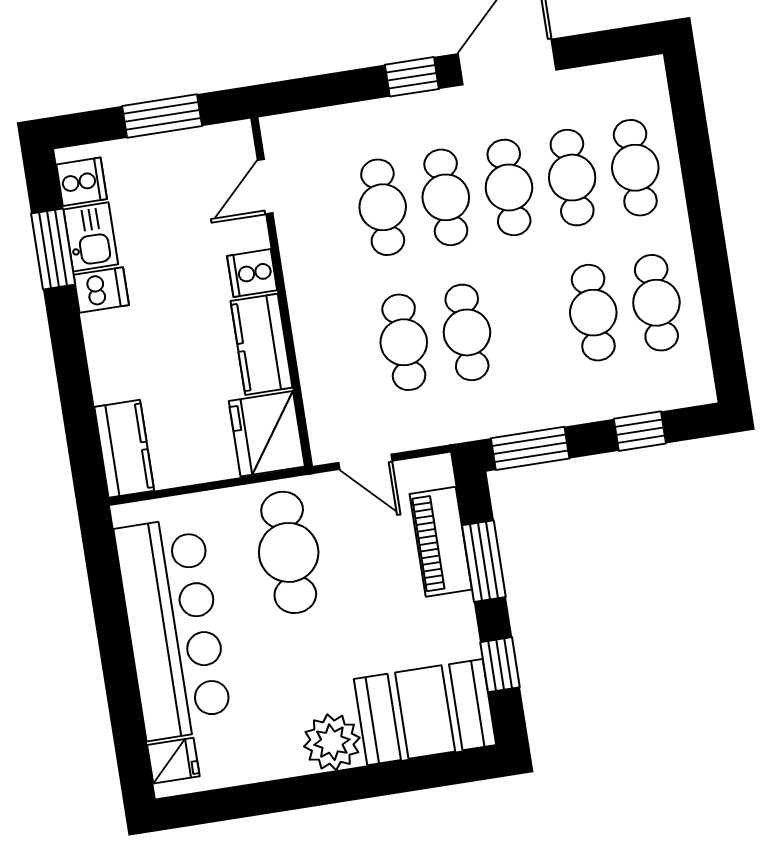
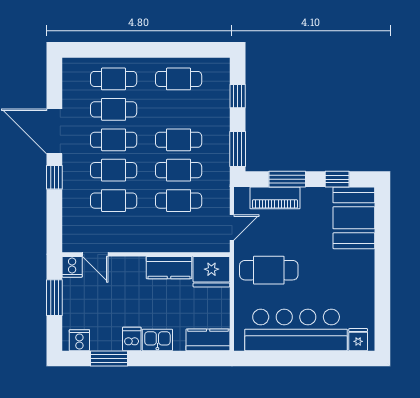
kitchen sink: (91, 237) -> (157, 340), moved
cooker: (252, 273) -> (72, 267), moved
cafe table: (593, 313) -> (179, 140), moved
plant: (332, 742) -> (361, 264), removed

